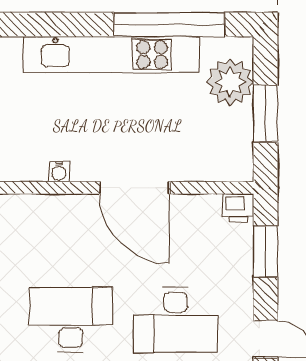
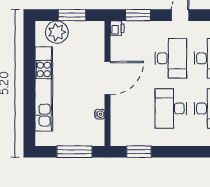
window: (169, 25) -> (29, 61), removed

